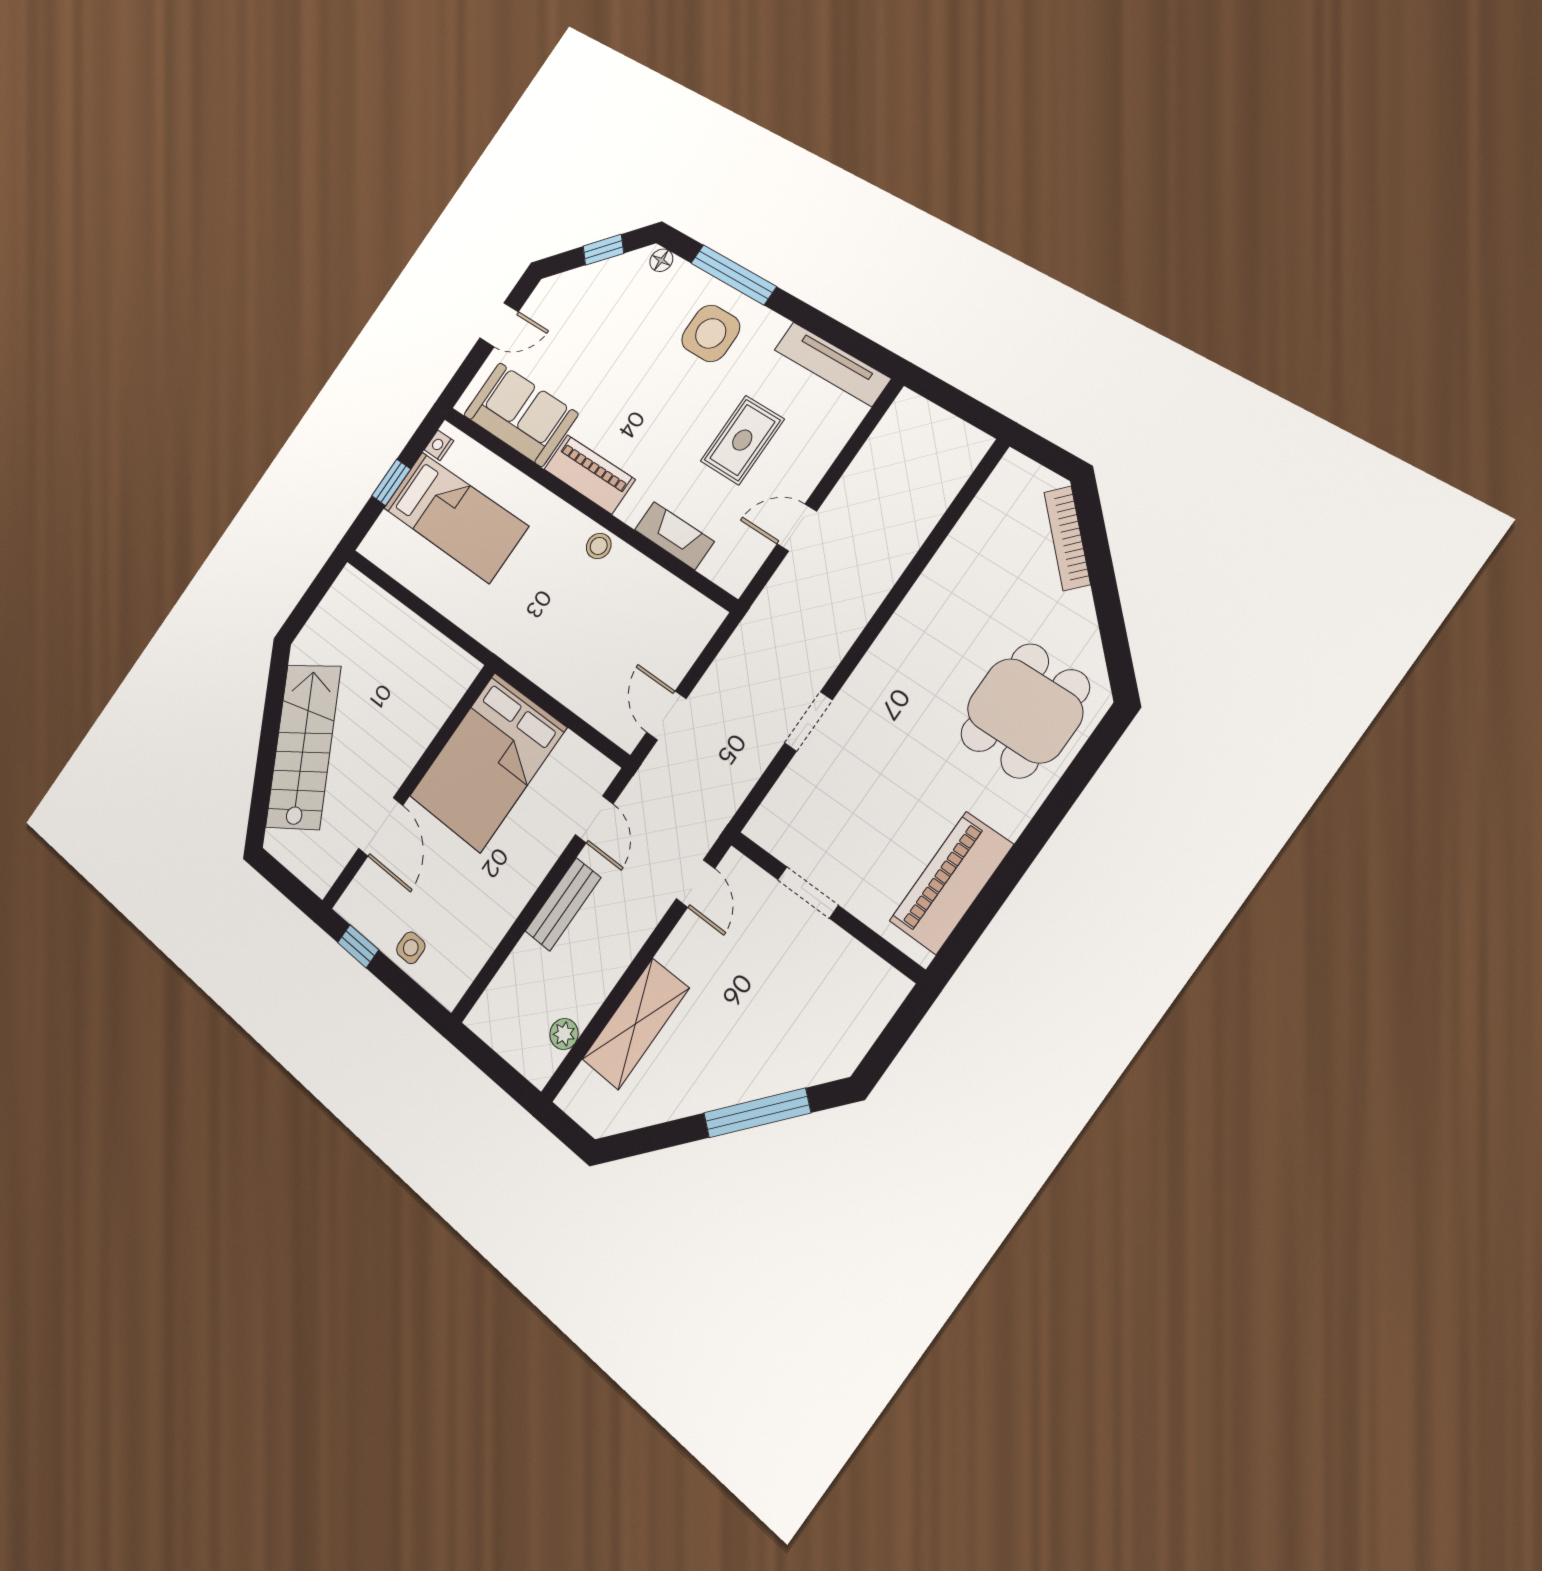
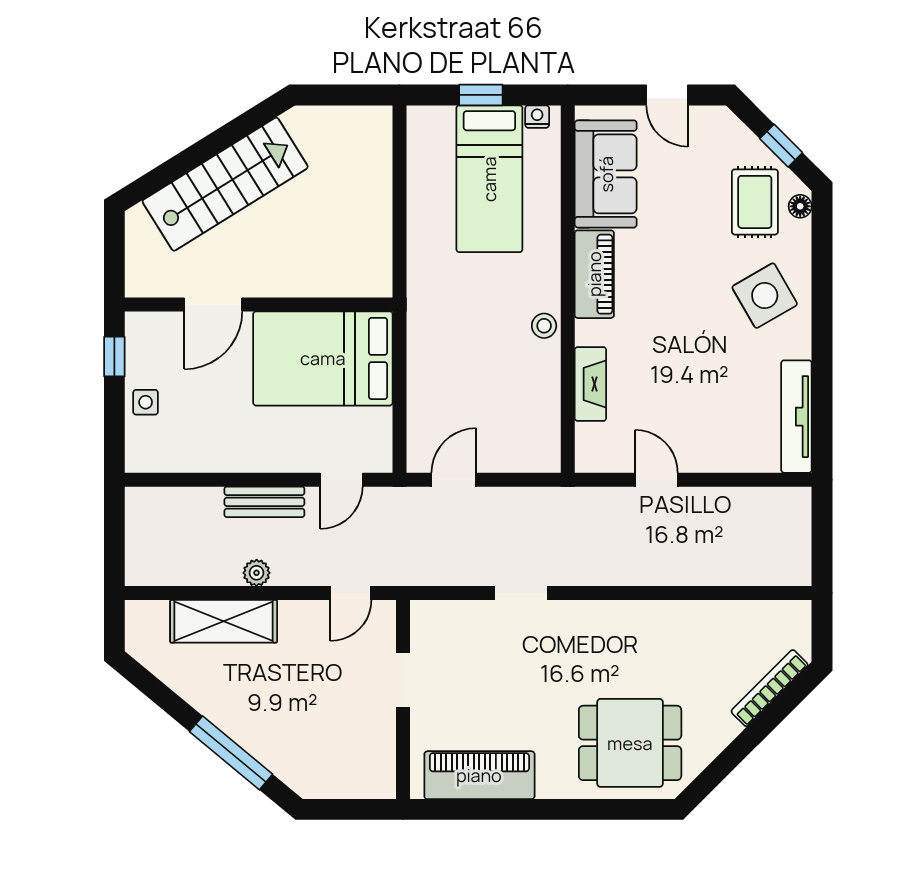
window: (733, 275) -> (822, 280), removed
side table: (711, 333) -> (765, 296), turned -30
rug: (742, 440) -> (755, 202), moved, turned 90
plant: (564, 1034) -> (257, 573), moved

